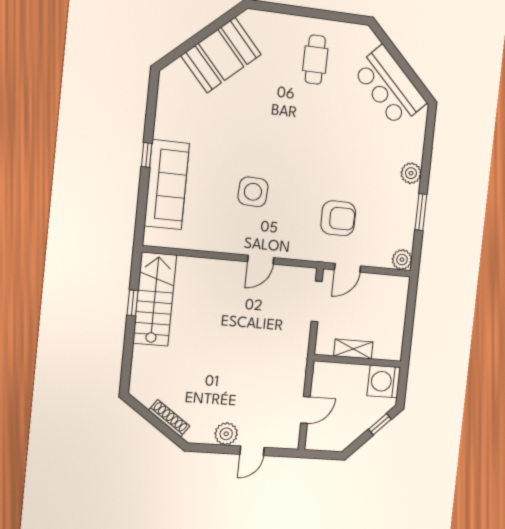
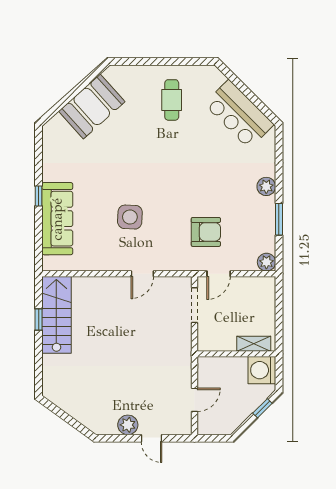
shelving: (353, 349) -> (254, 344), moved
shoe rack: (169, 418) -> (78, 414), removed
door: (252, 451) -> (152, 438), hinge flipped

